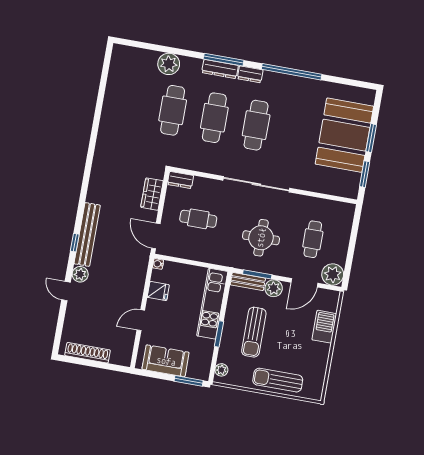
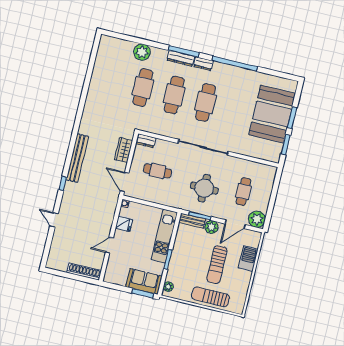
bench: (87, 234) -> (77, 158), moved
plant: (80, 274) -> (65, 208), removed
sun lounger: (254, 332) -> (217, 265), moved
shoe rack: (88, 353) -> (84, 272), moved
sofa: (166, 361) -> (144, 281), moved

